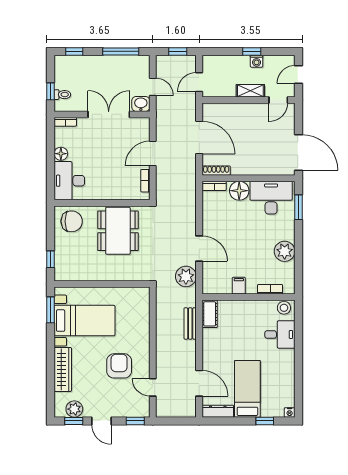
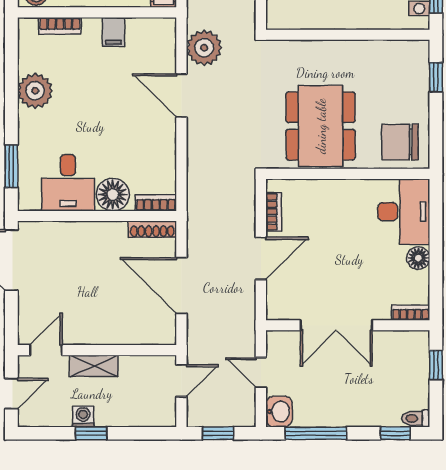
toilet: (62, 95) -> (416, 418), moved
washbasin: (141, 104) -> (279, 412), moved, turned -90
desk: (271, 198) -> (68, 183), width x0.73

